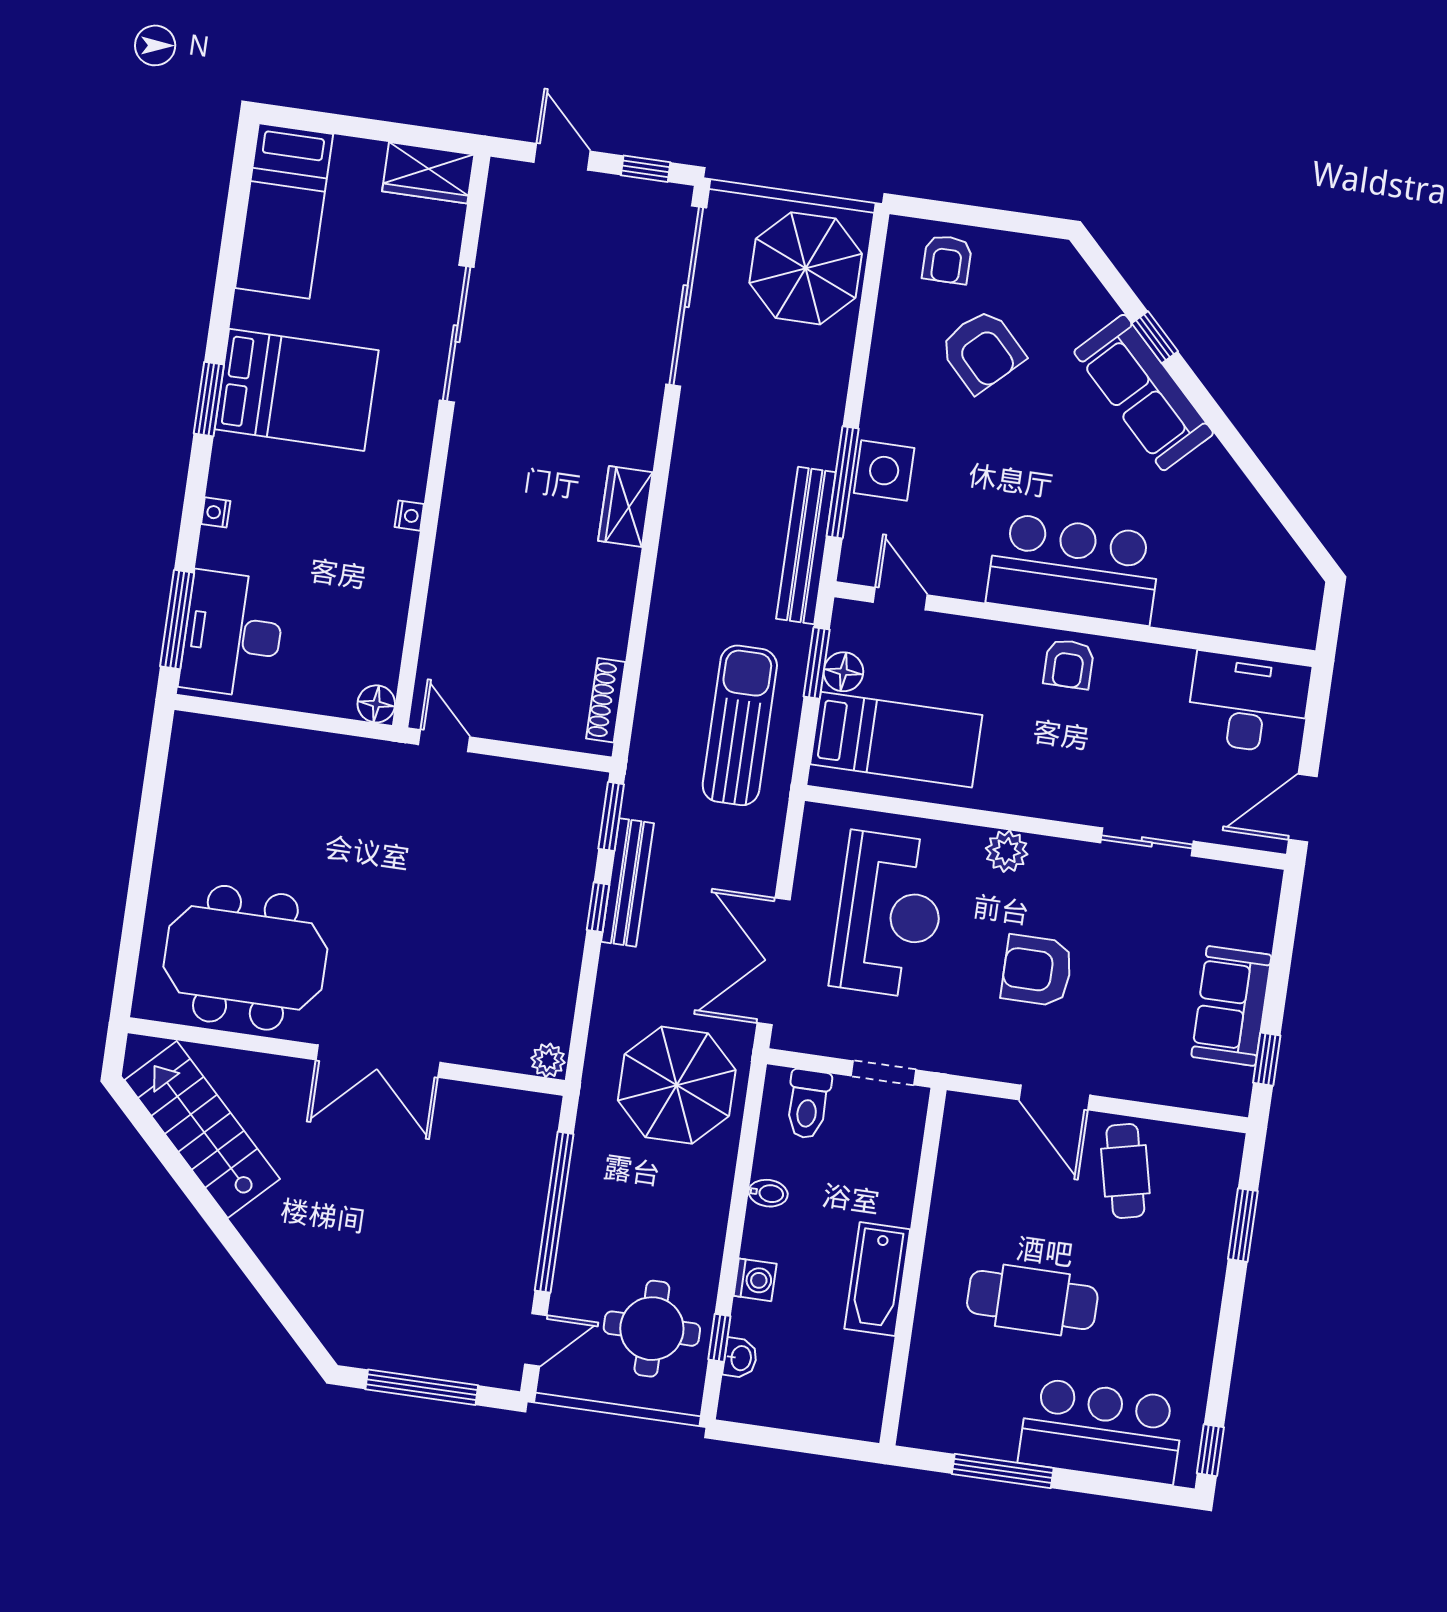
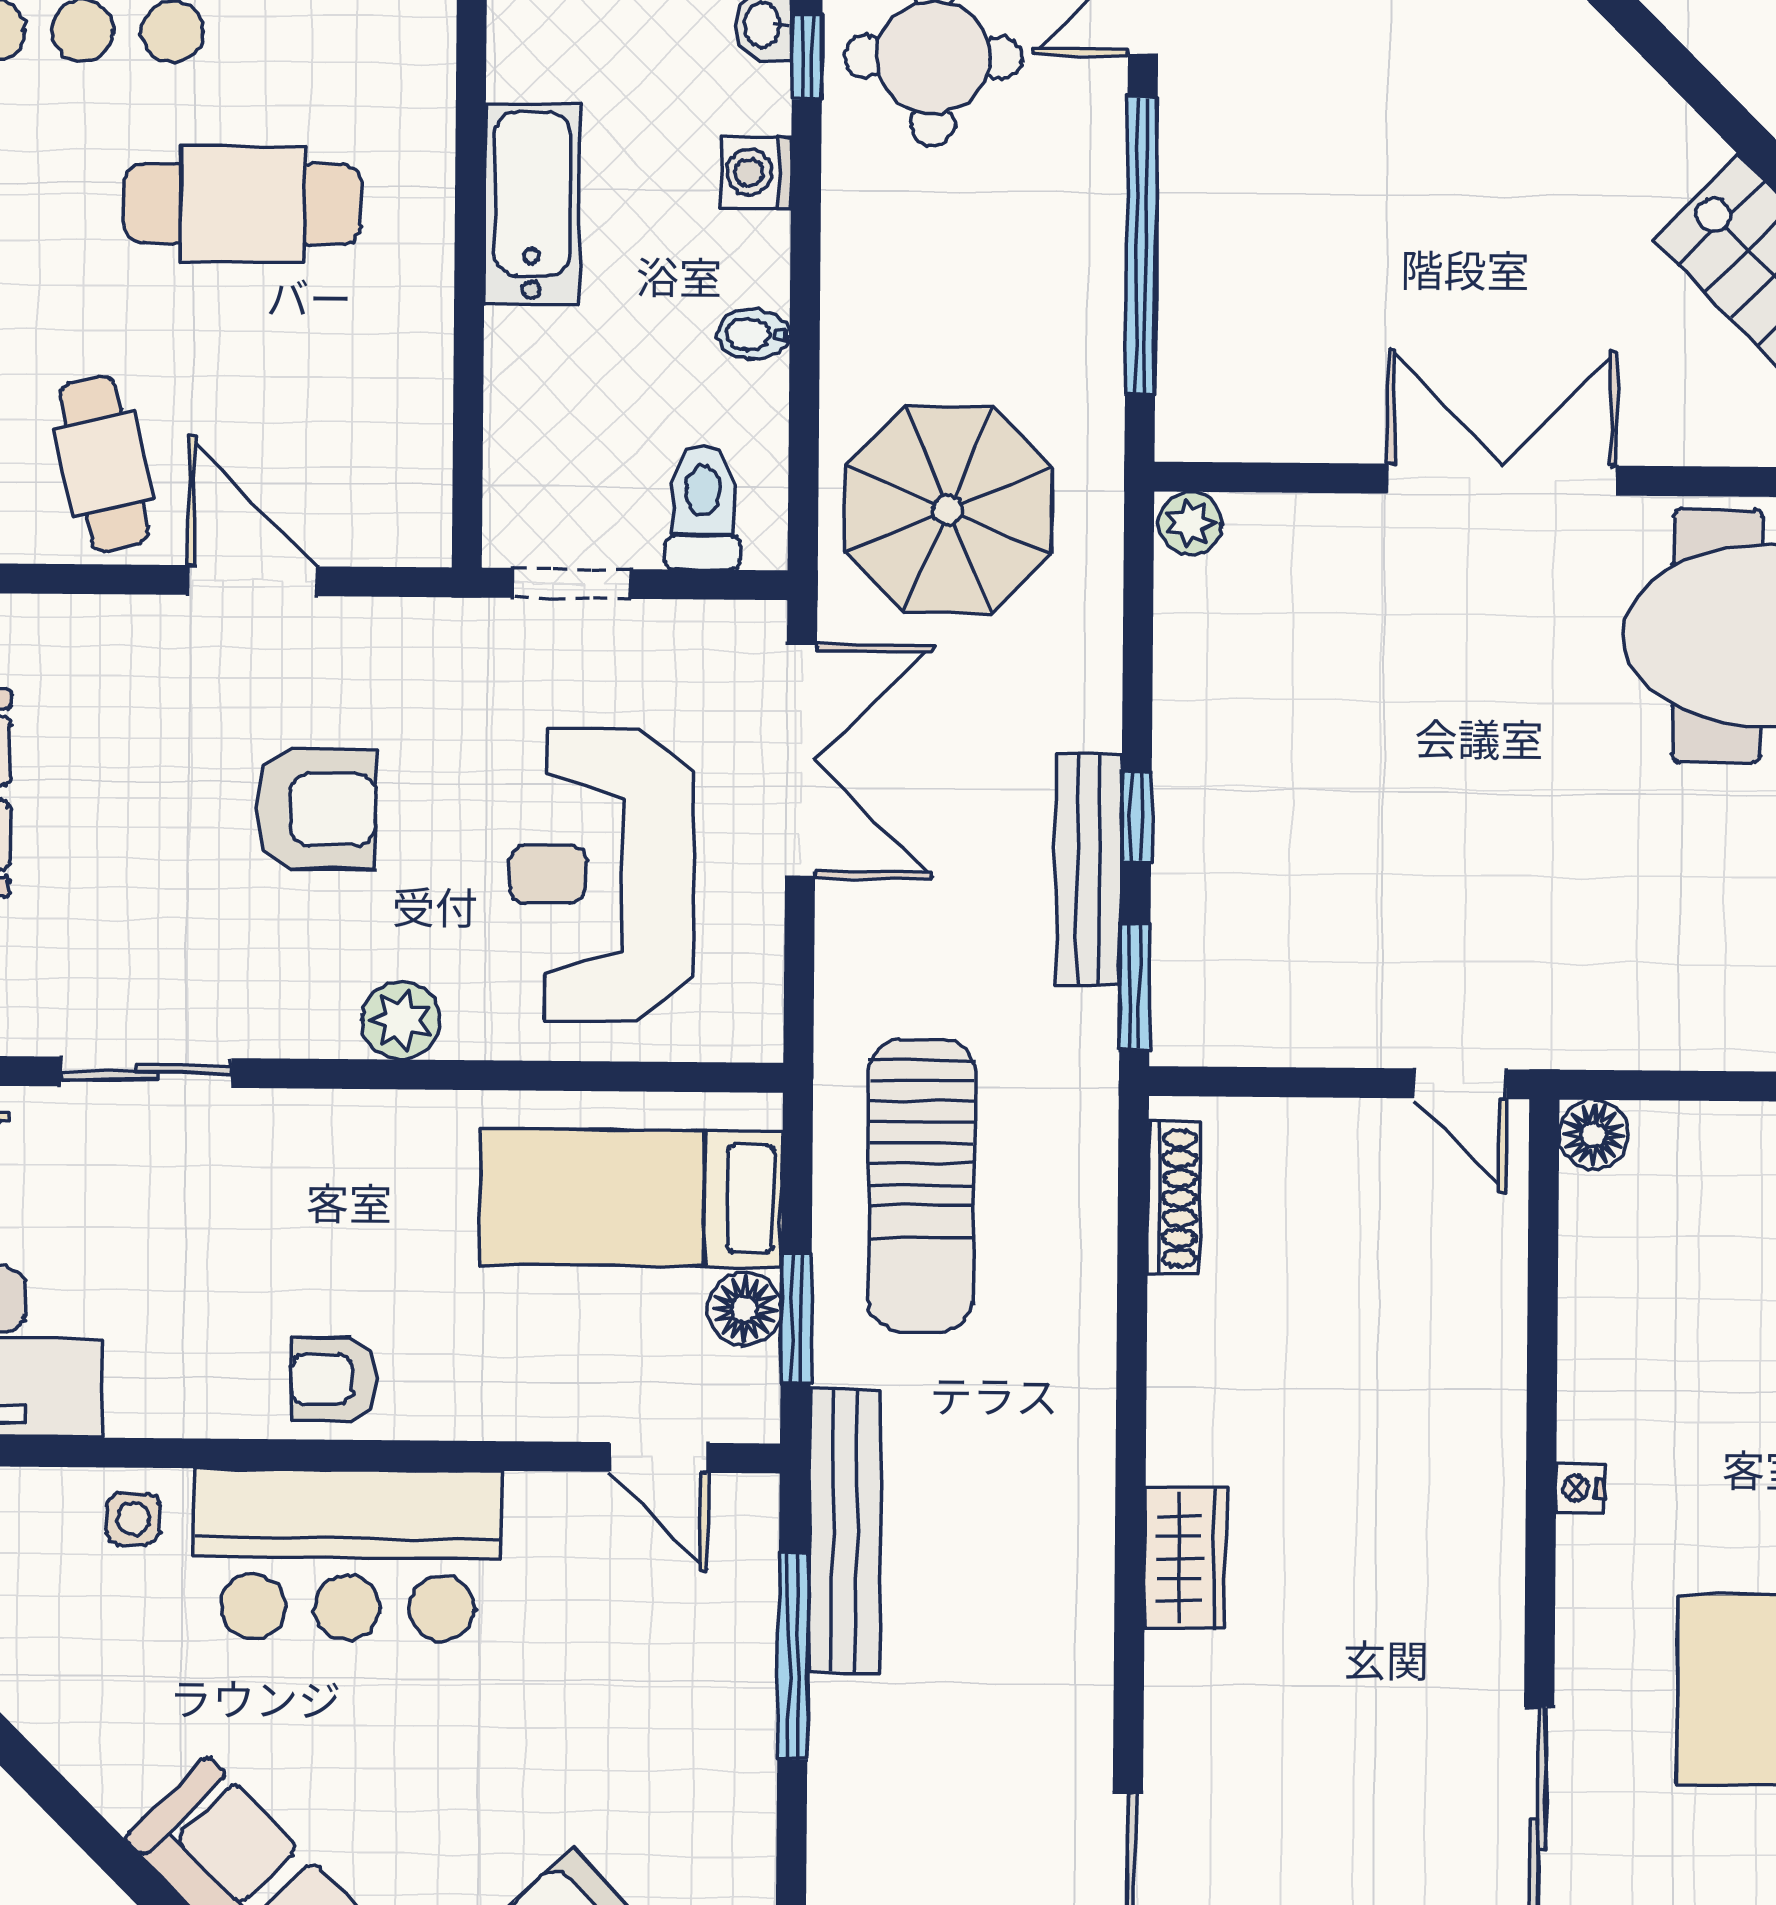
side table: (884, 471) -> (133, 1519), moved, width x0.54, depth x0.54
armchair: (1069, 664) -> (334, 1379), turned -90

